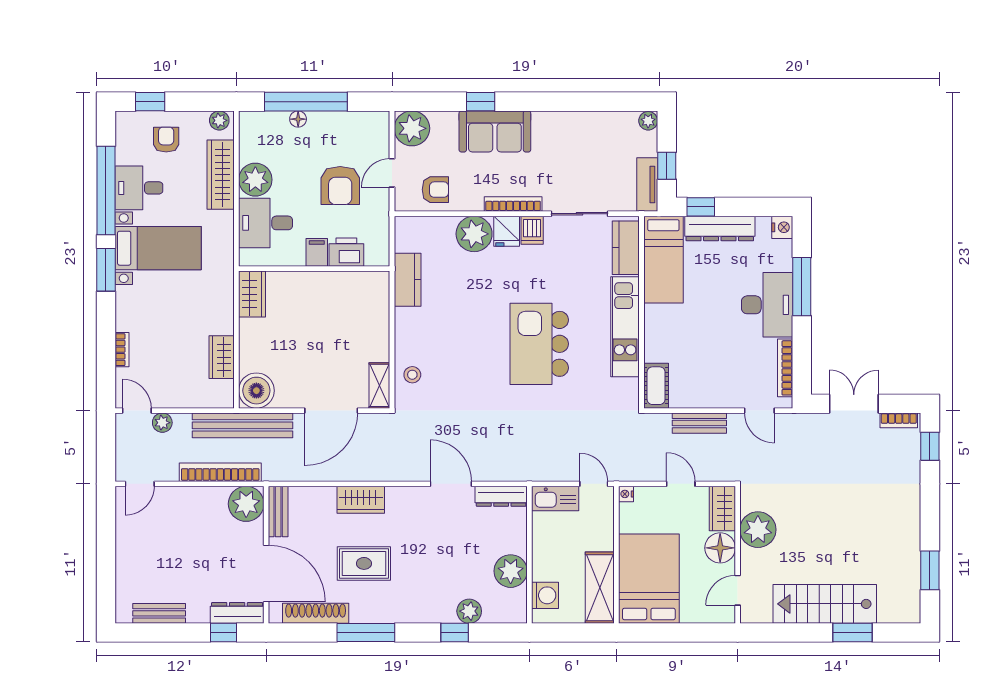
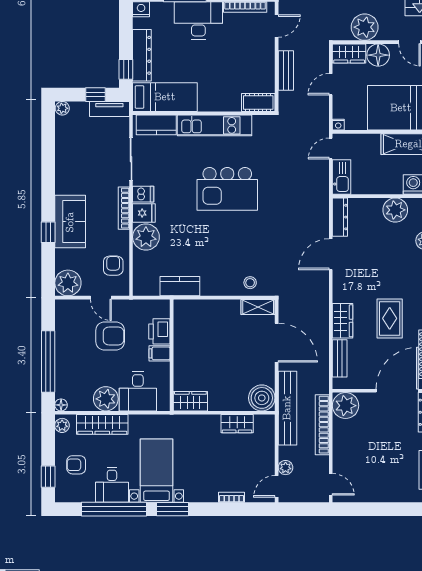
floor lamp: (298, 119) -> (61, 405), moved
bench: (278, 512) -> (340, 358), moved, turned 90

